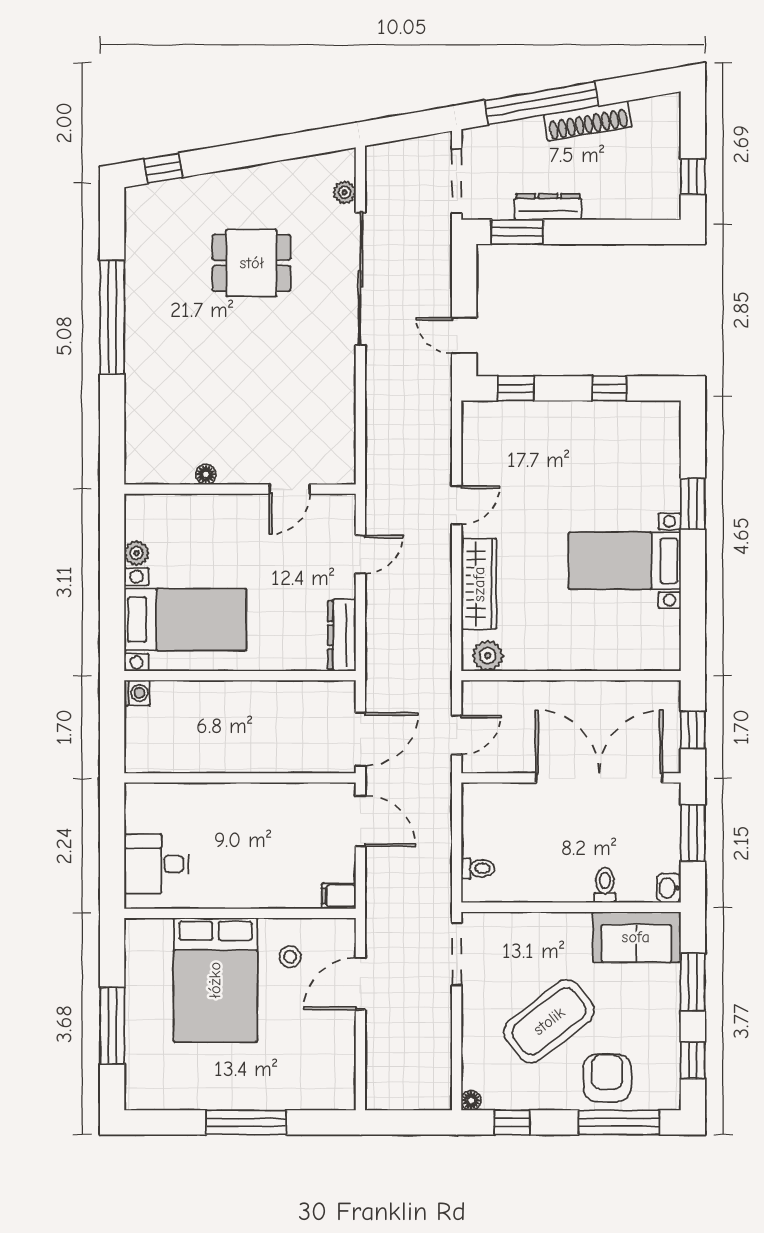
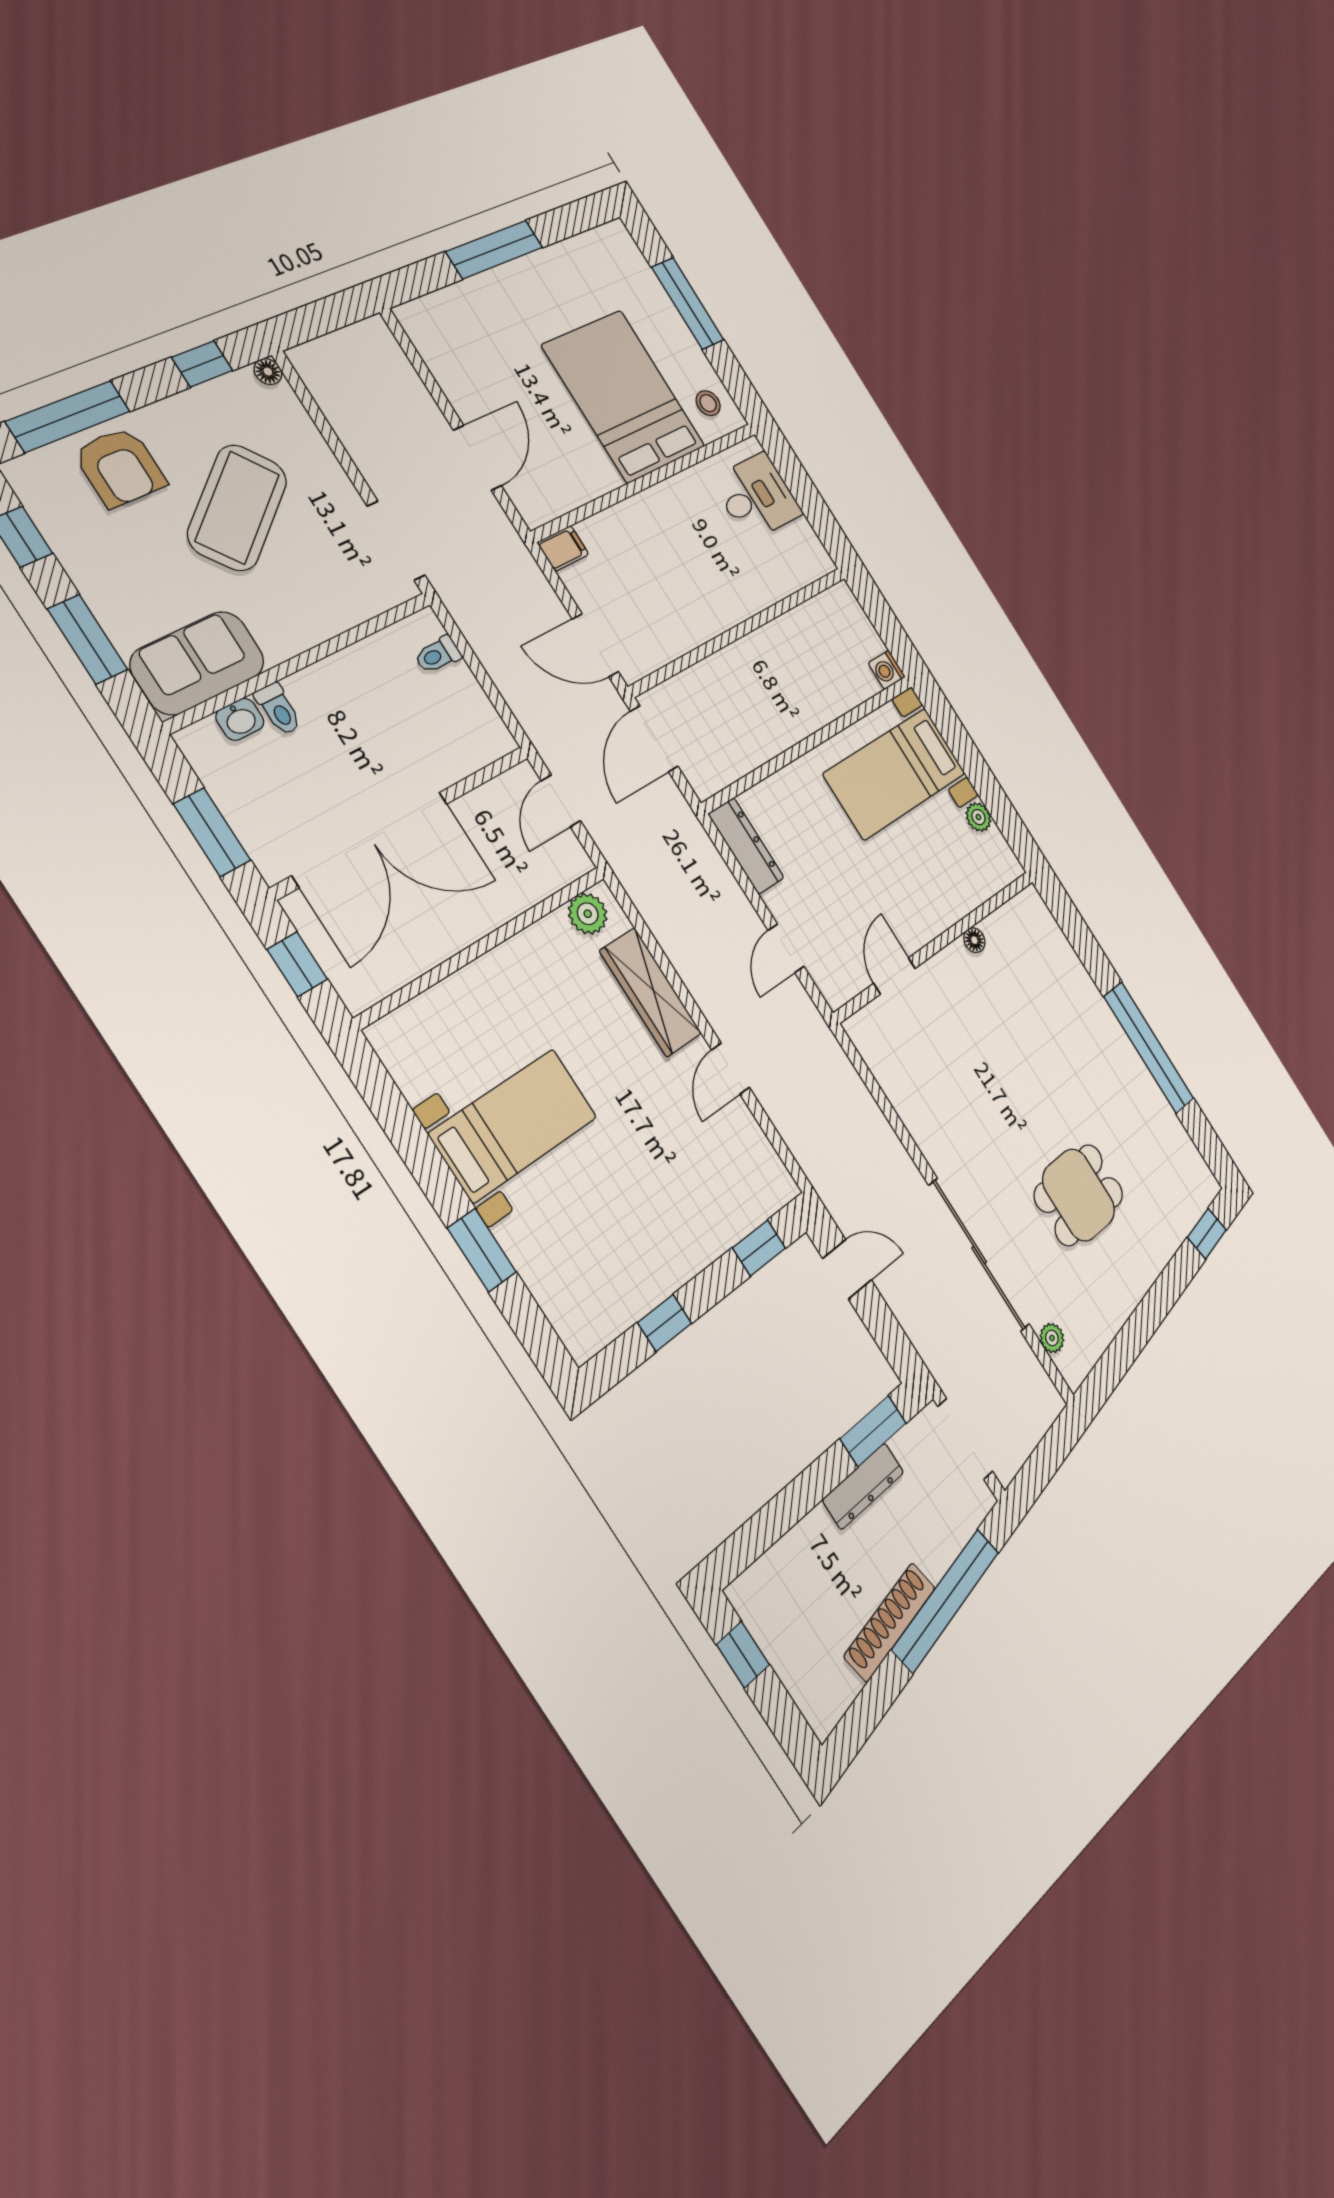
washbasin: (669, 888) -> (240, 719), moved, turned 90
stool: (290, 957) -> (708, 403), moved

